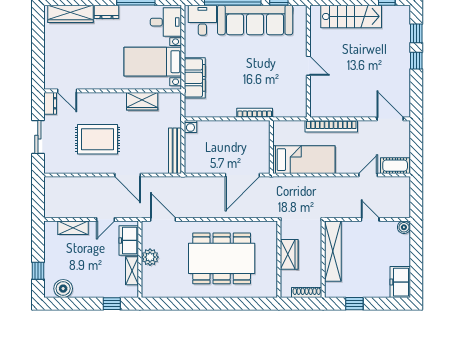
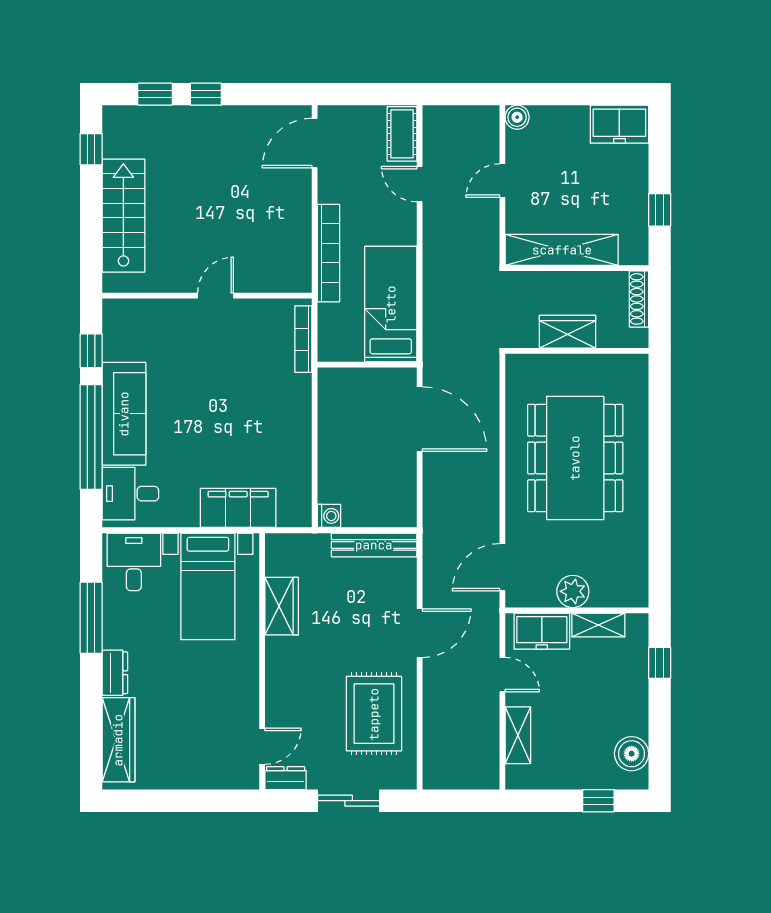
sofa: (255, 20) -> (124, 414), width x0.74, depth x0.79
bookcase: (255, 113) -> (303, 339), moved
rug: (97, 139) -> (374, 714), moved

